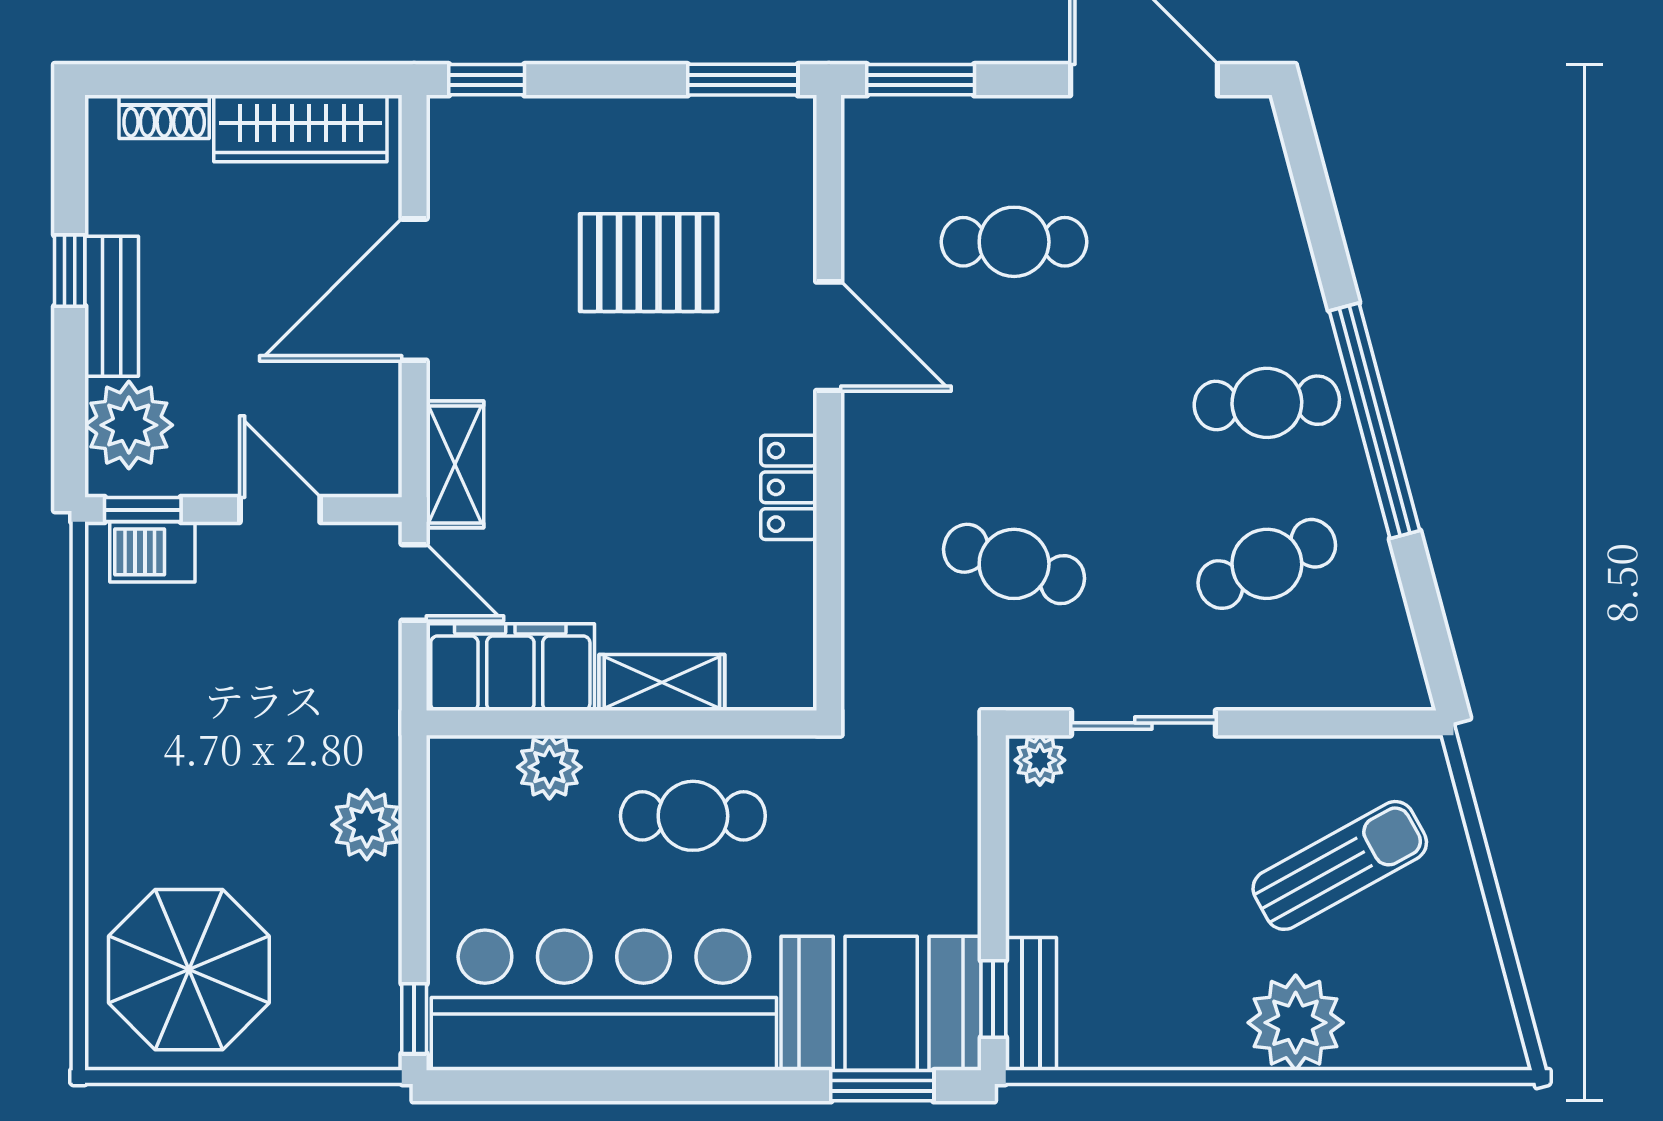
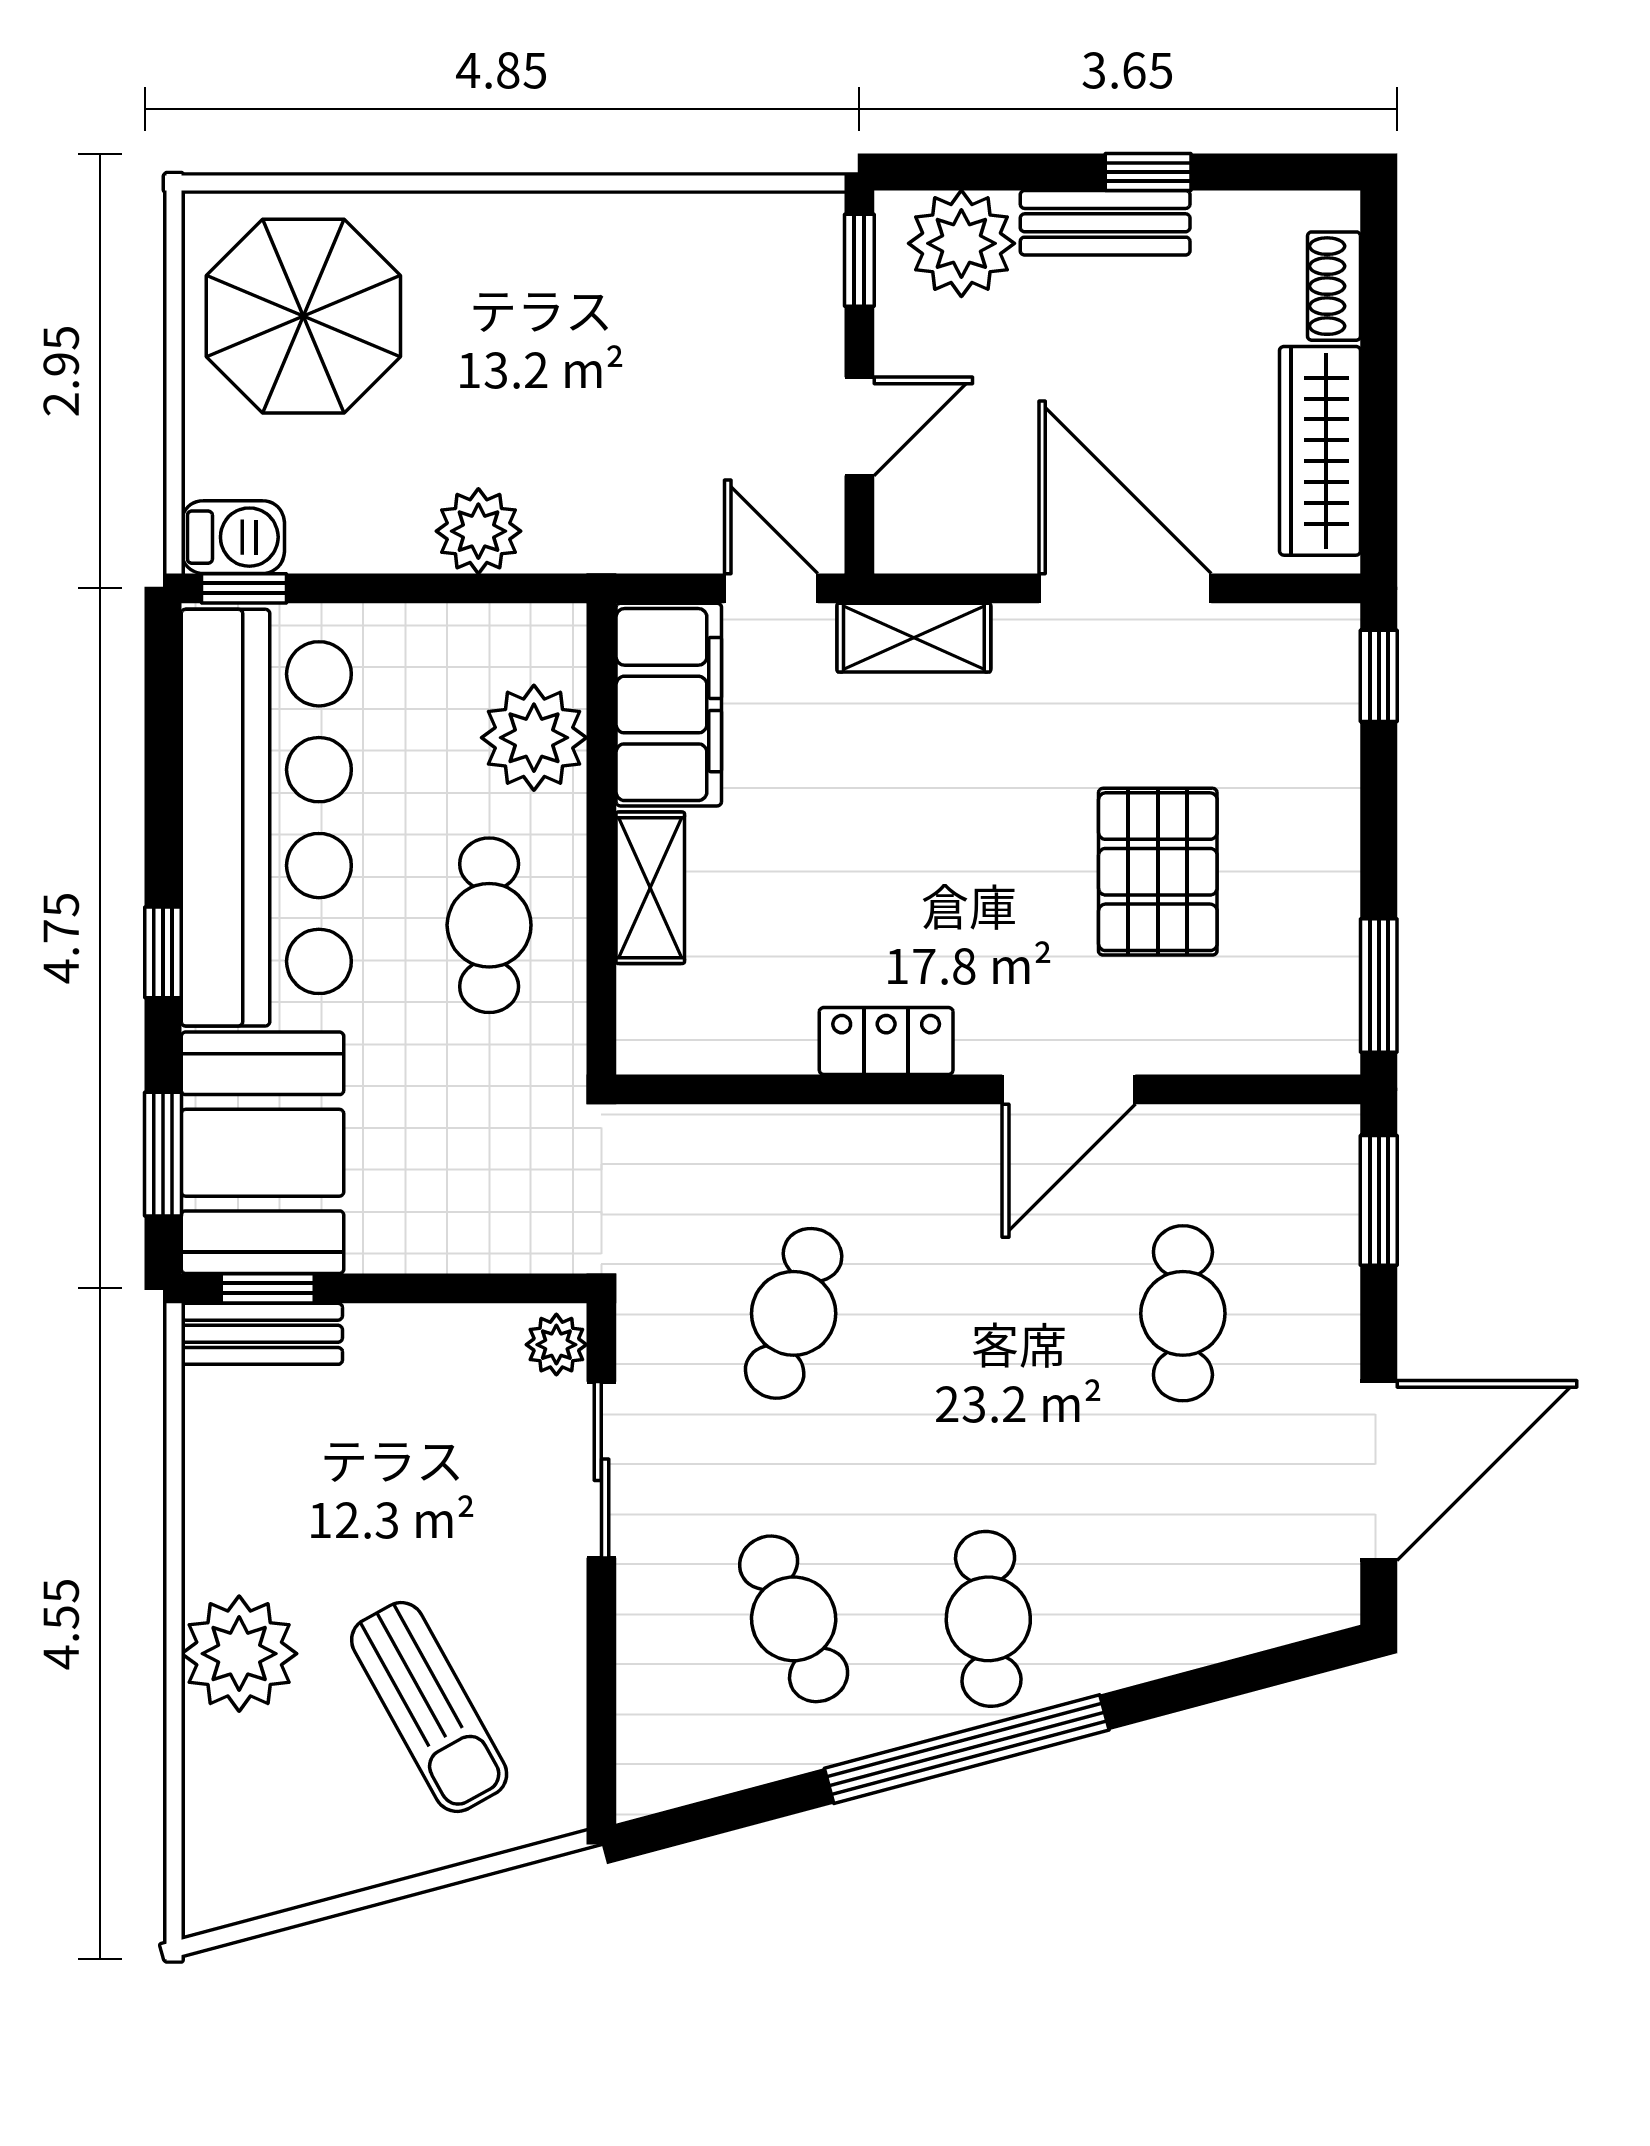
barbecue: (152, 552) -> (233, 537), moved, turned 90
door: (414, 582) -> (771, 588), swing flipped
plant: (549, 767) -> (534, 738), width x1.36, depth x1.36
window: (715, 1086) -> (163, 952), added

